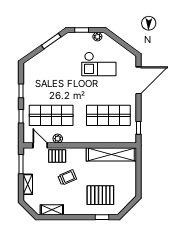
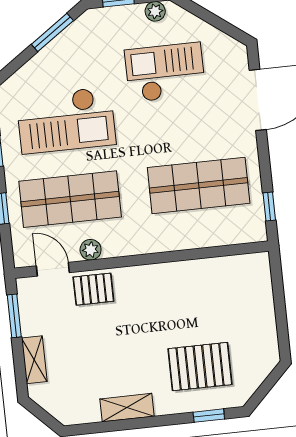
checkout: (99, 64) -> (165, 72), turned 180
checkout: (53, 80) -> (66, 120), added
shelving: (111, 154) -> (215, 272), removed
trolley: (67, 177) -> (121, 335), removed
shelving: (52, 210) -> (127, 408), moved

